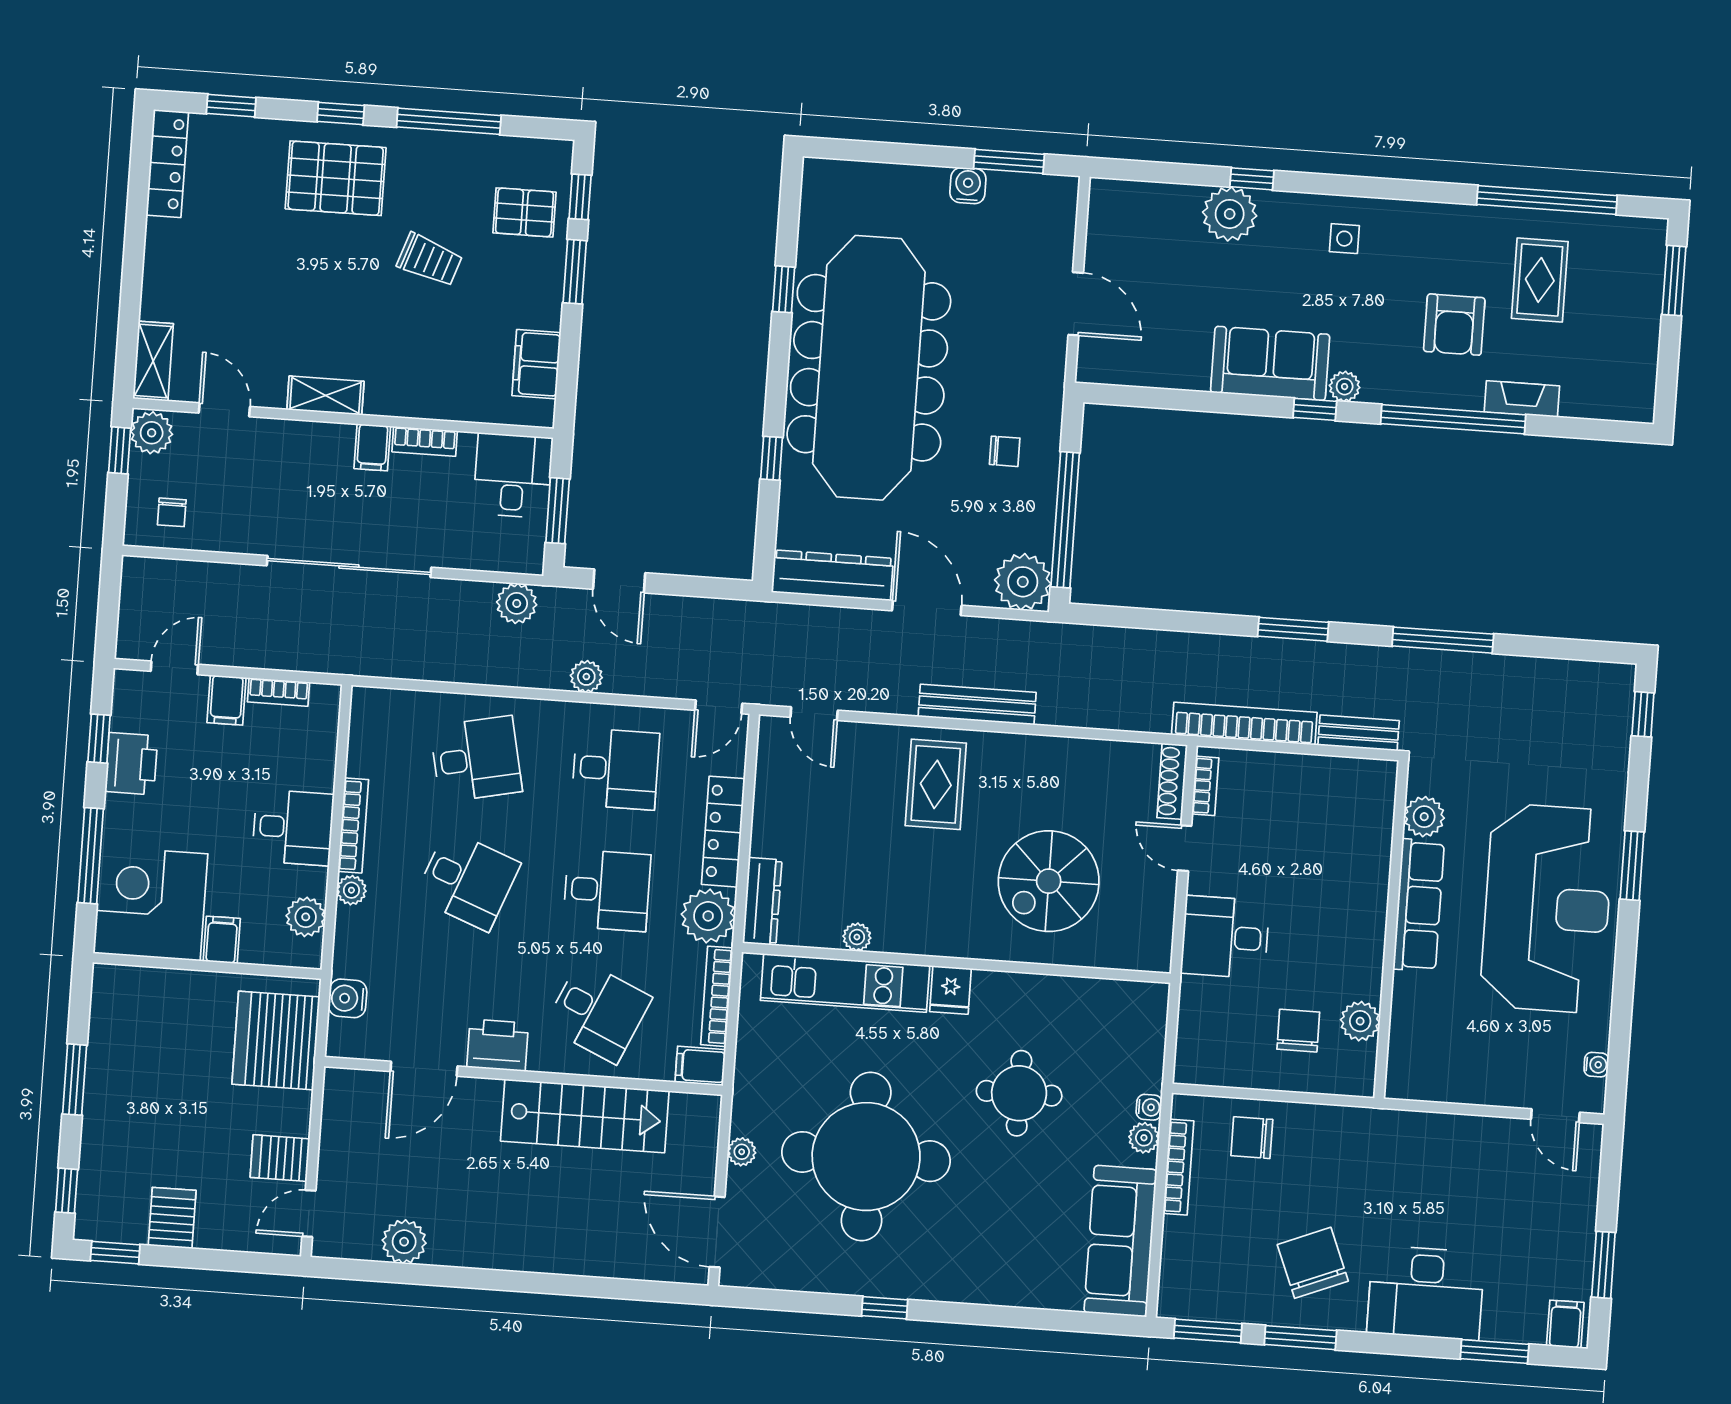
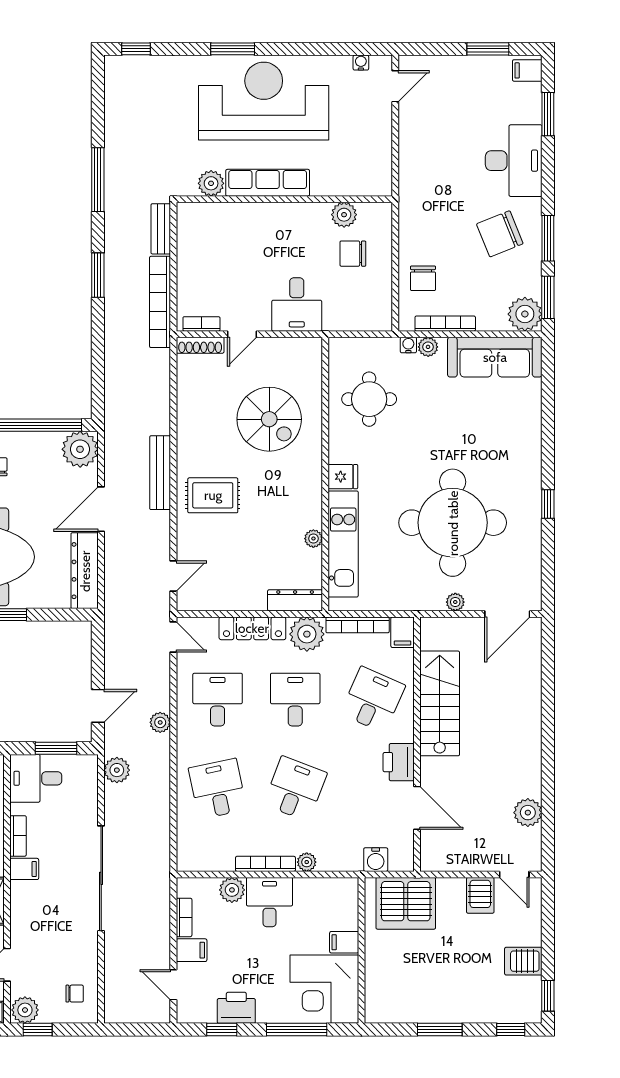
plant: (306, 917) -> (232, 890), moved
round table: (1019, 1093) -> (369, 399), moved
plant: (1184, 1293) -> (525, 314), added

